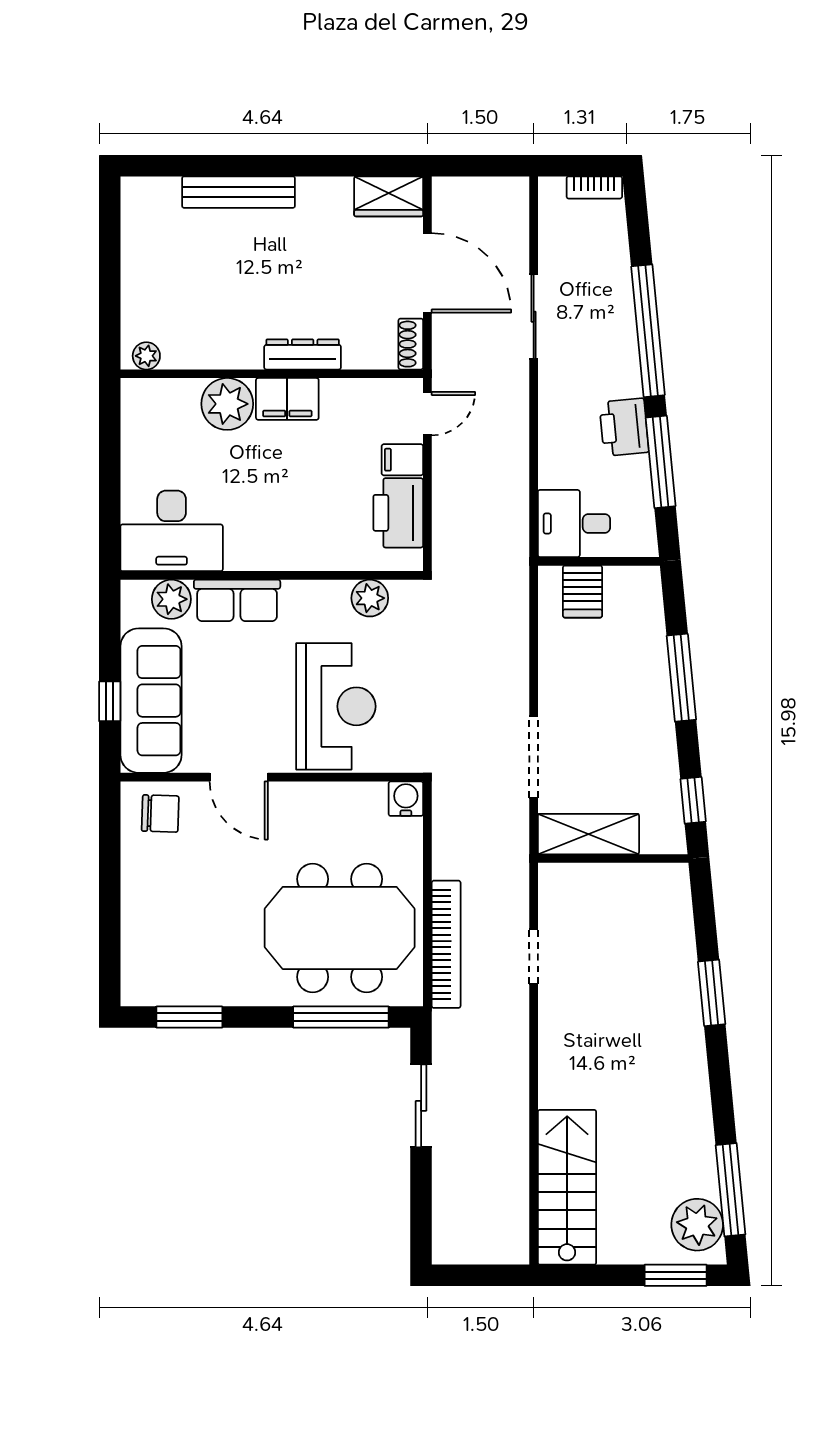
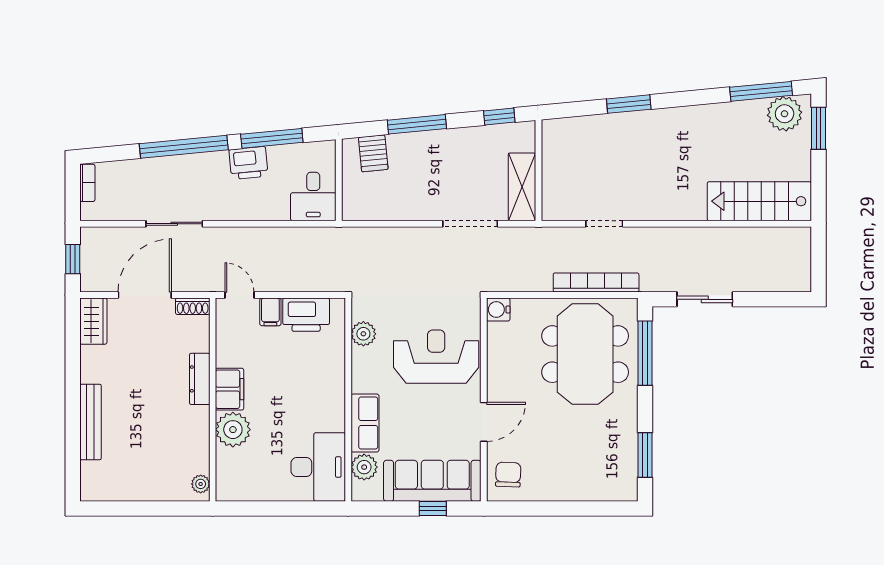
window: (481, 166) -> (73, 259), added
server rack: (583, 592) -> (373, 153), moved, turned 85

